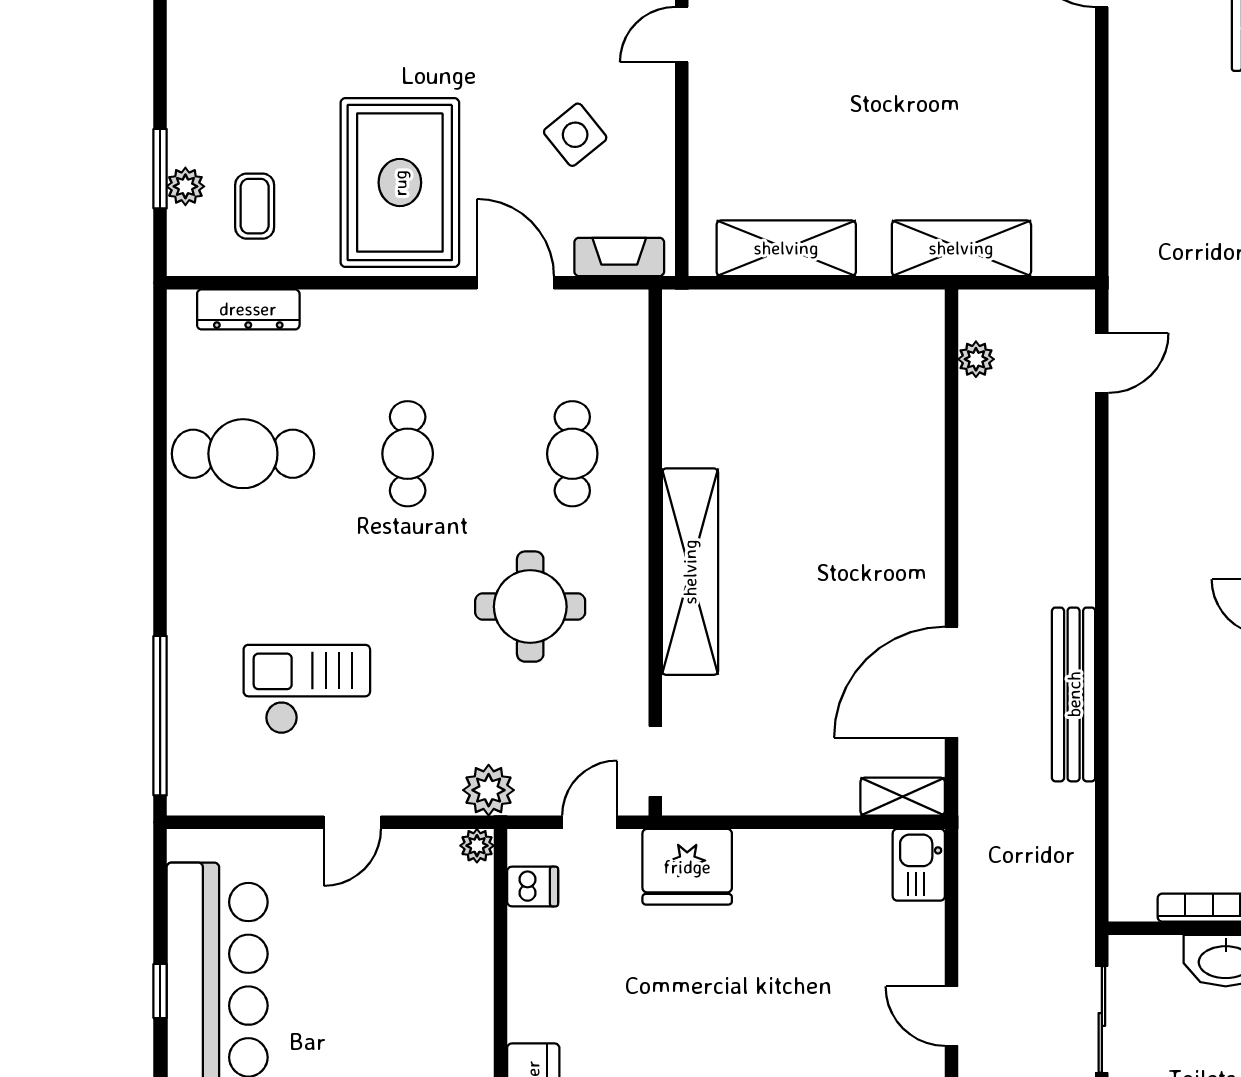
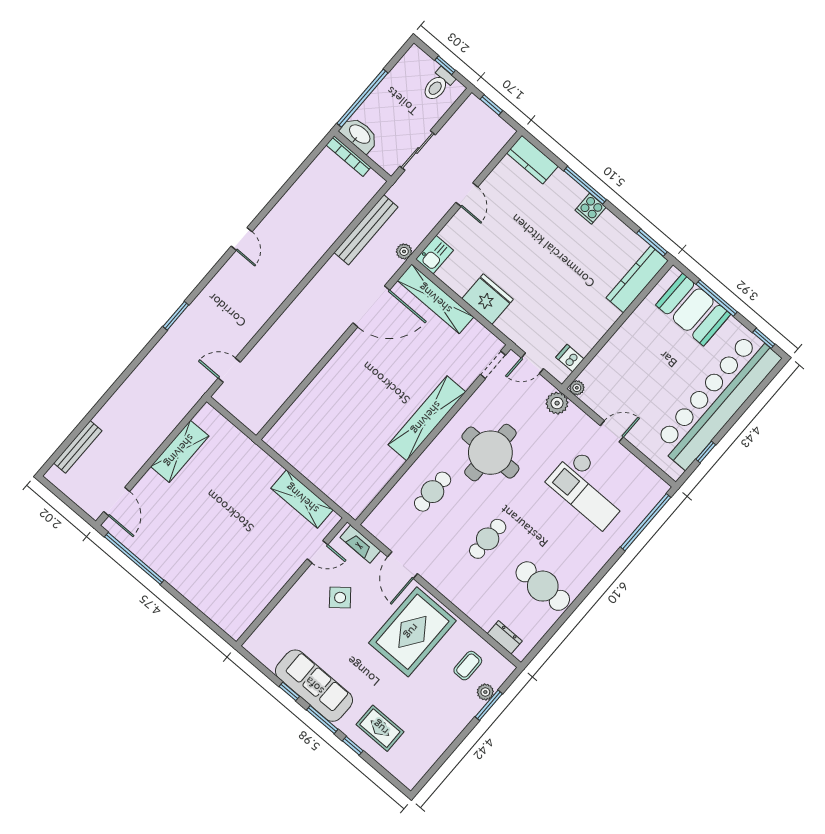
door: (682, 35) -> (317, 552), moved
shelving: (961, 248) -> (180, 451), moved, turned 90
dresser: (248, 309) -> (505, 637), width x0.70
plant: (976, 359) -> (404, 251), moved
round table: (530, 607) -> (490, 453), width x1.36, depth x1.36
checkout: (307, 689) -> (589, 489), width x1.36, depth x1.21
bench: (1074, 694) -> (366, 230), moved
shelving: (903, 797) -> (435, 299), width x2.20, depth x1.33
fridge: (687, 867) -> (488, 299), moved
window: (160, 991) -> (706, 452), moved

